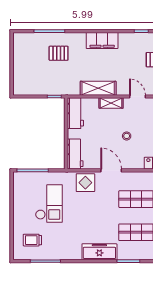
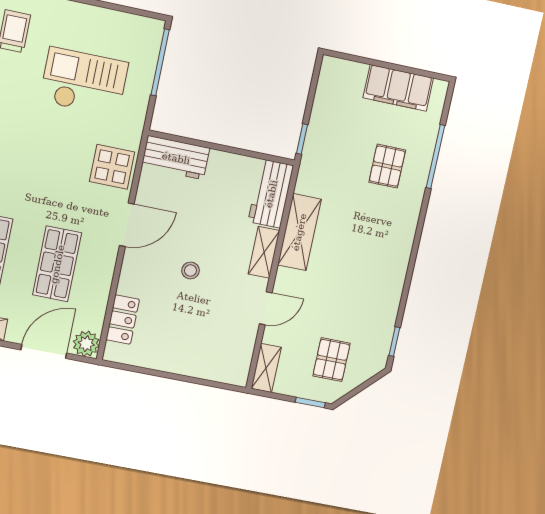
filing cabinet: (102, 40) -> (398, 88), moved, turned -90
workbench: (75, 113) -> (271, 194), moved, turned 90
checkout: (49, 204) -> (84, 82), turned 180

